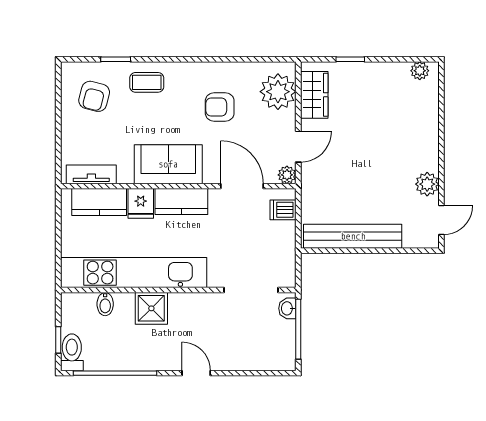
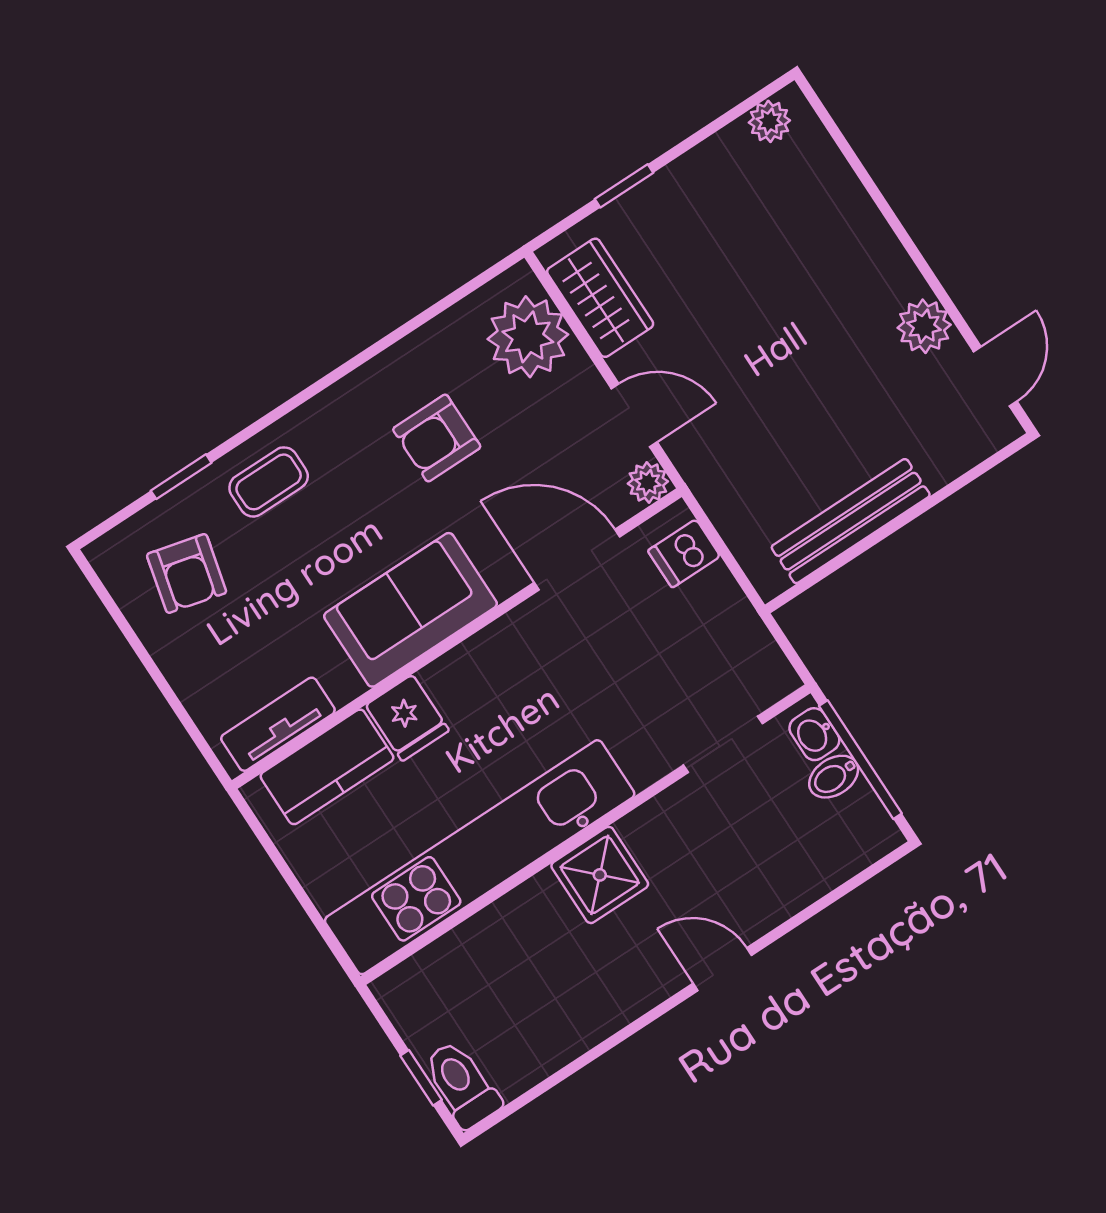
door: (298, 147) -> (634, 415), hinge flipped
kitchen counter: (181, 202) -> (482, 664), removed
bench: (353, 236) -> (851, 521), width x0.73, depth x0.82
doorway: (251, 290) -> (723, 744), width x0.73
bidet: (105, 304) -> (834, 777), moved, turned 90
shower: (151, 308) -> (600, 875), moved
window: (115, 373) -> (569, 1070), removed

